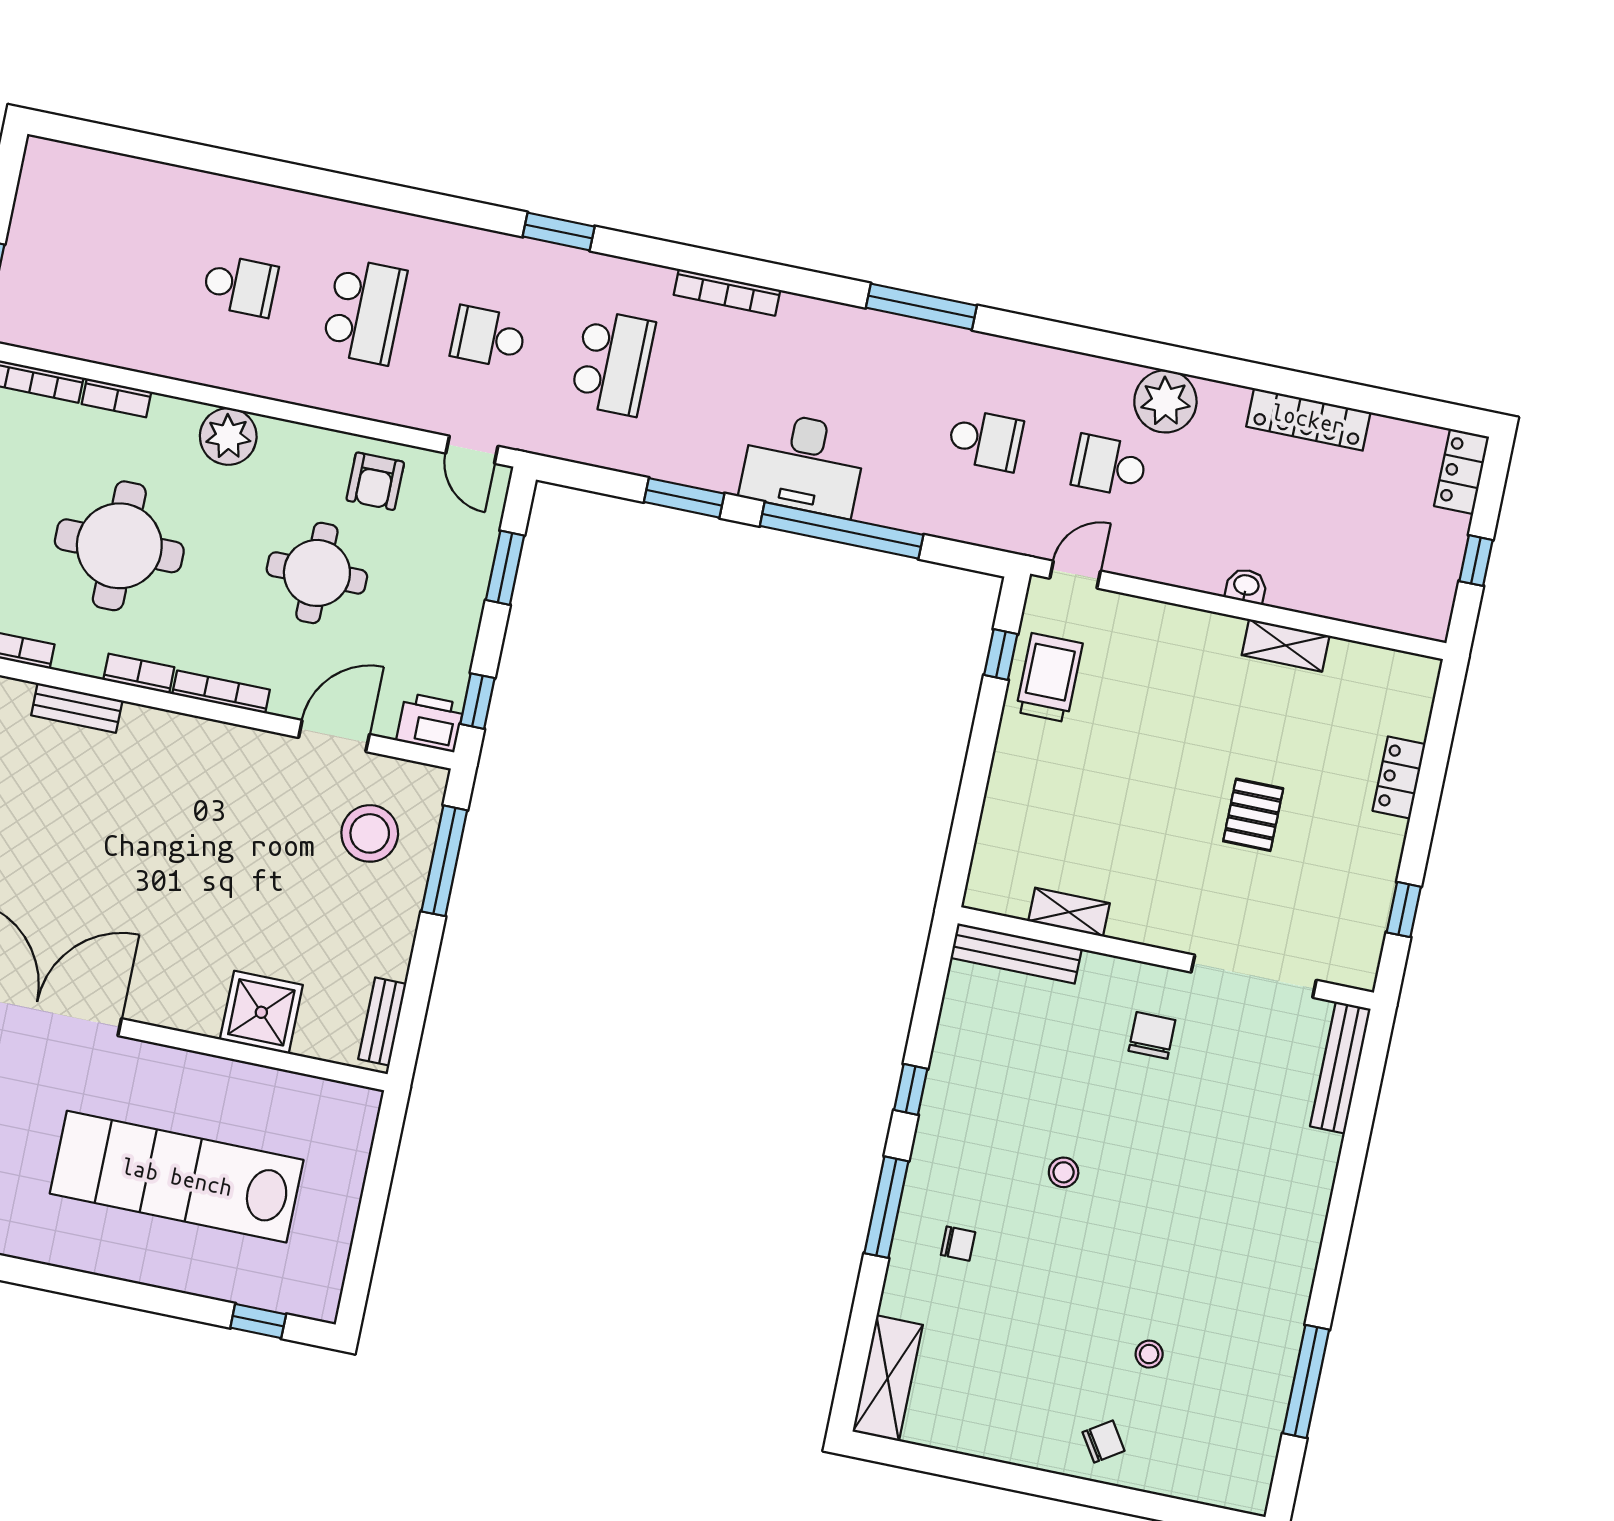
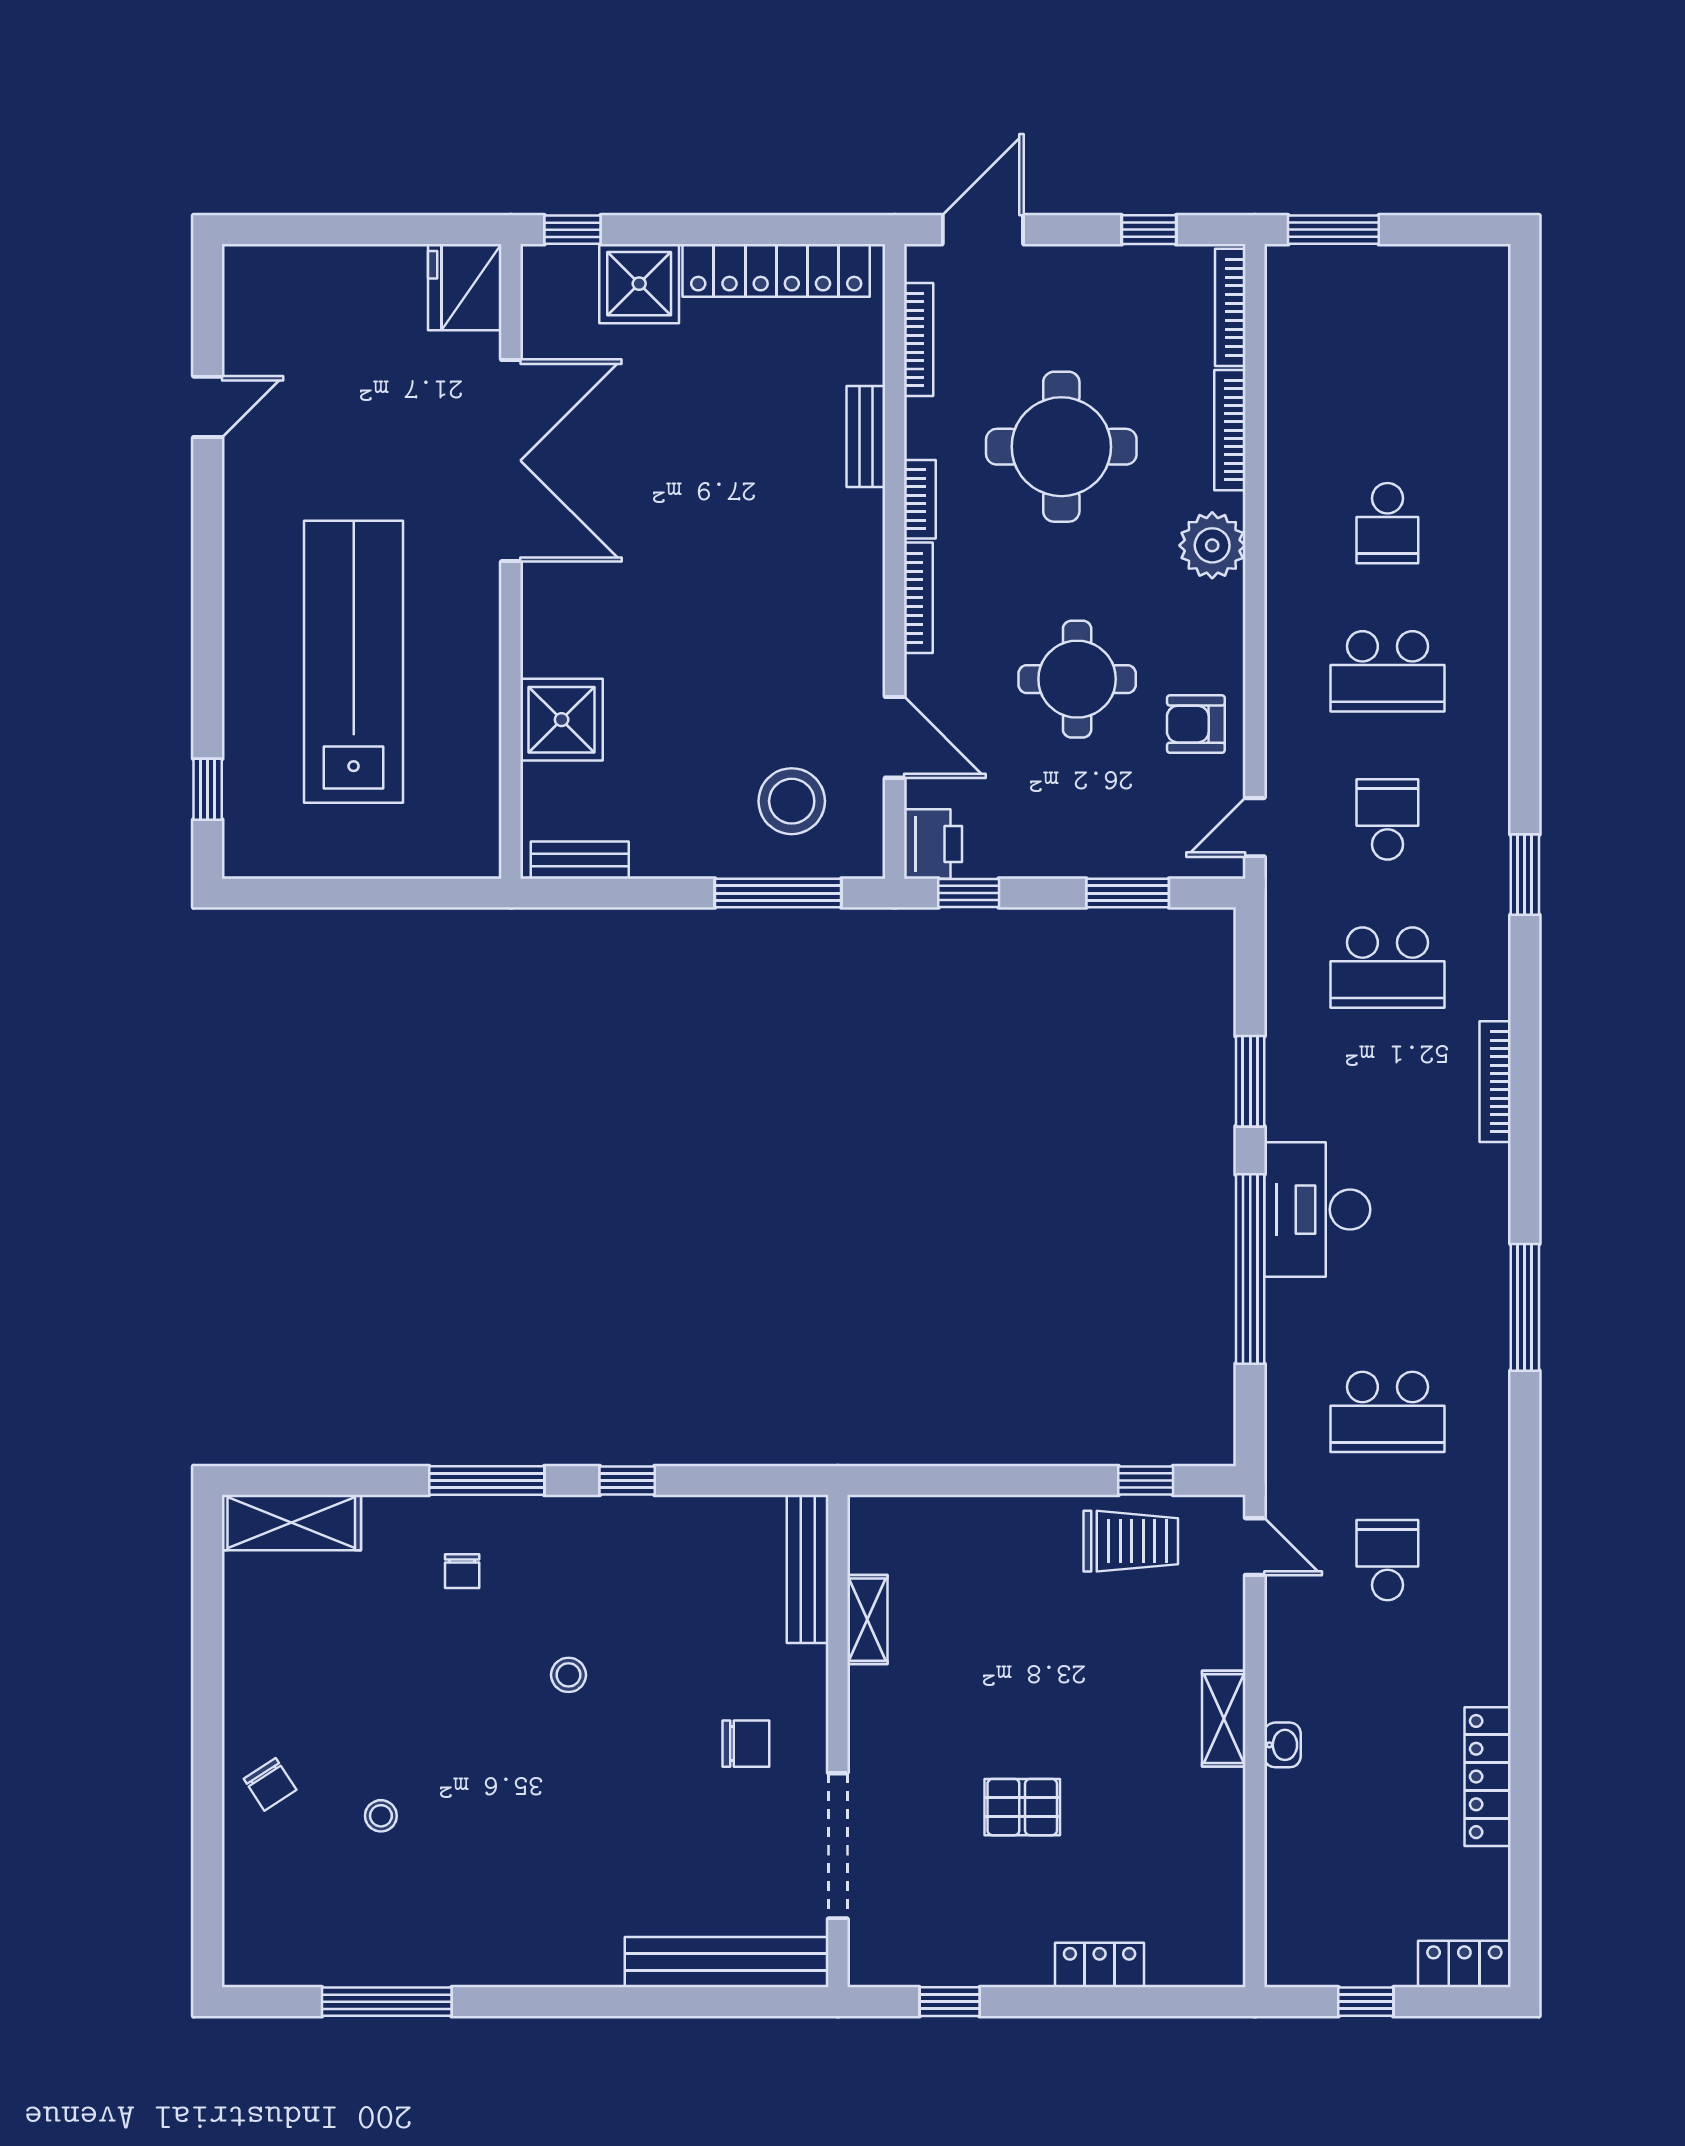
bookcase: (116, 398) -> (1230, 430), width x1.56
plant: (1165, 401) -> (1474, 1609), removed
school desk: (985, 440) -> (1387, 1412), width x1.85
shelving: (1286, 645) -> (1224, 1719), moved
bench: (1340, 1068) -> (727, 1962), width x1.37, depth x1.21

